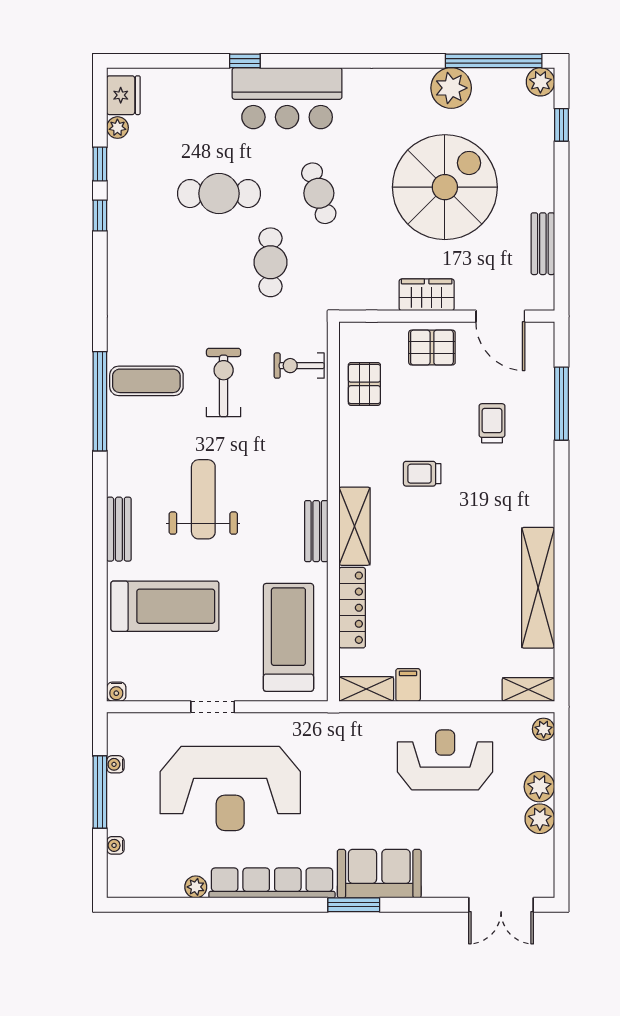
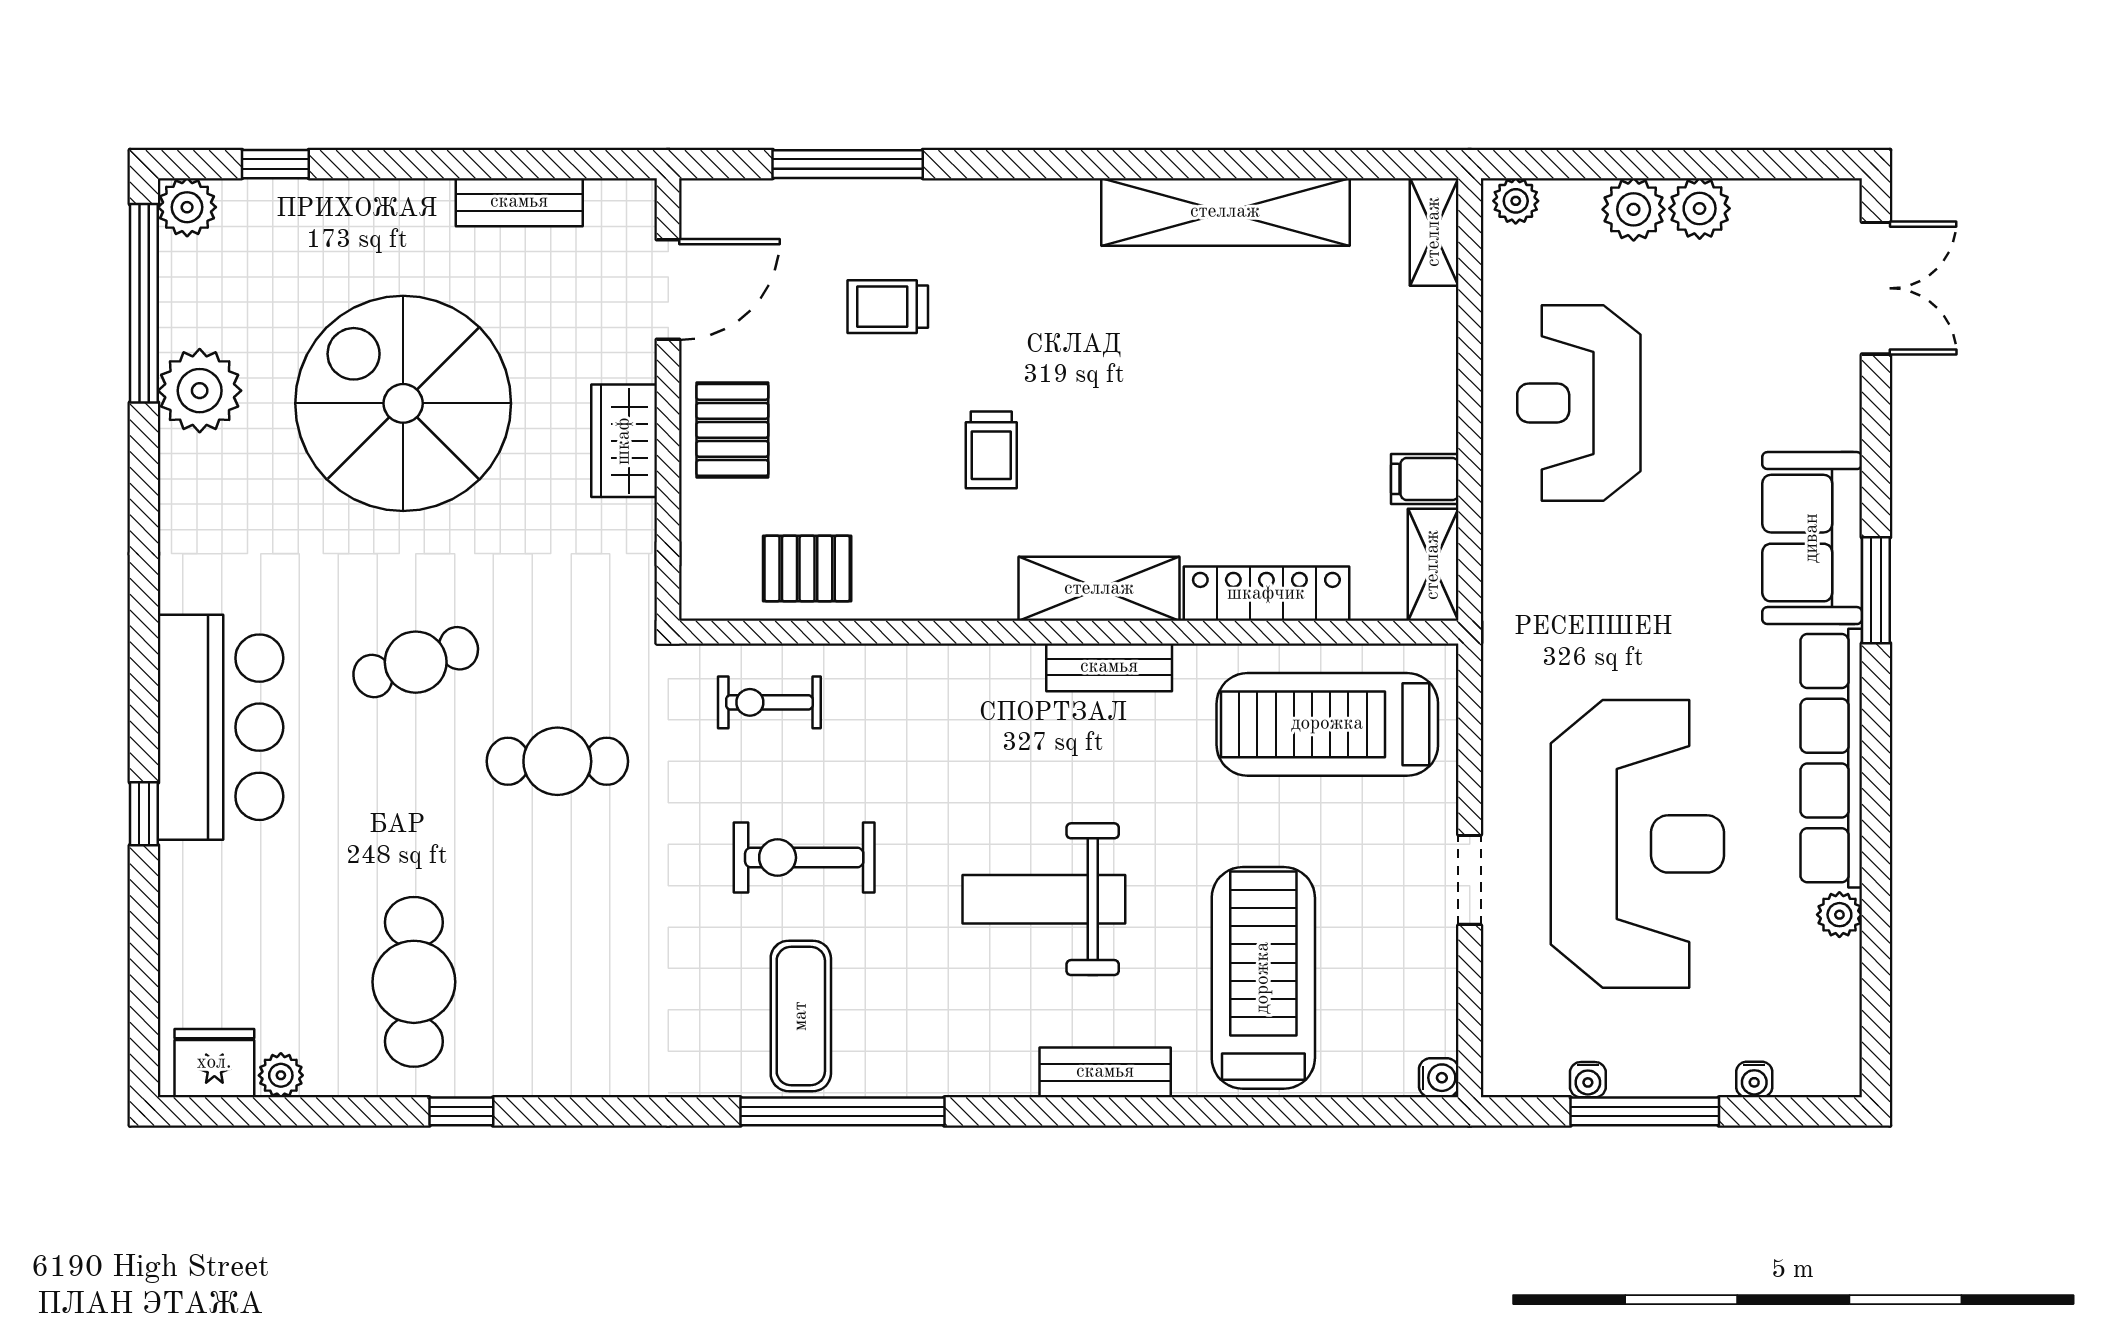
window: (100, 164) -> (356, 1111), removed
cafe table: (219, 194) -> (414, 982), moved
exercise bike: (299, 366) -> (769, 702), turned 90

